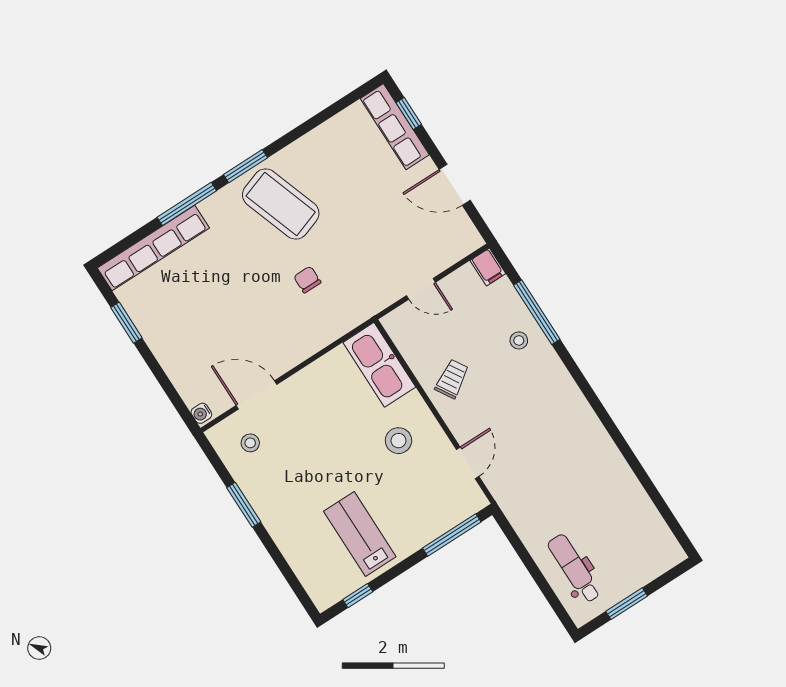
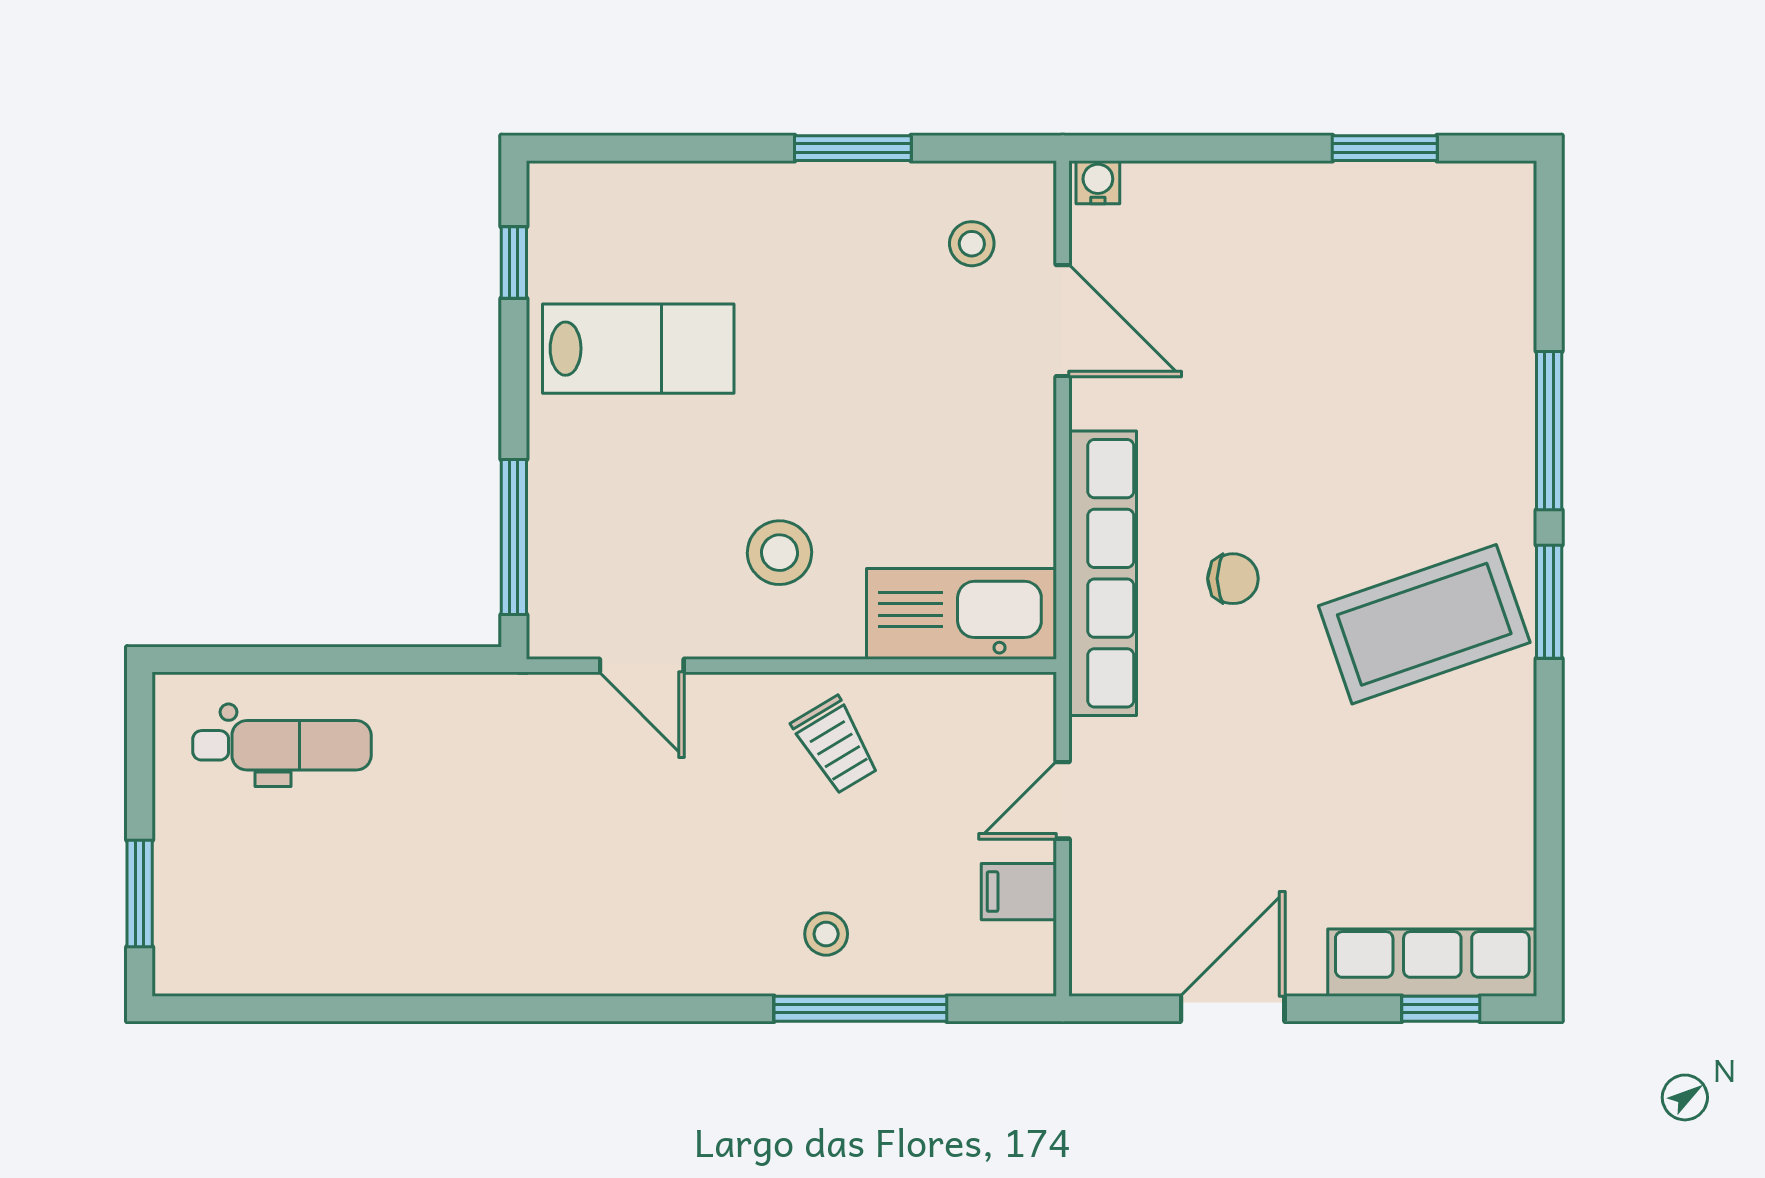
row of seats: (153, 248) -> (1103, 573), moved, turned 180
filing cabinet: (488, 267) -> (1019, 892), moved
door: (257, 395) -> (1063, 321), hinge flipped
window: (627, 604) -> (140, 893), moved

